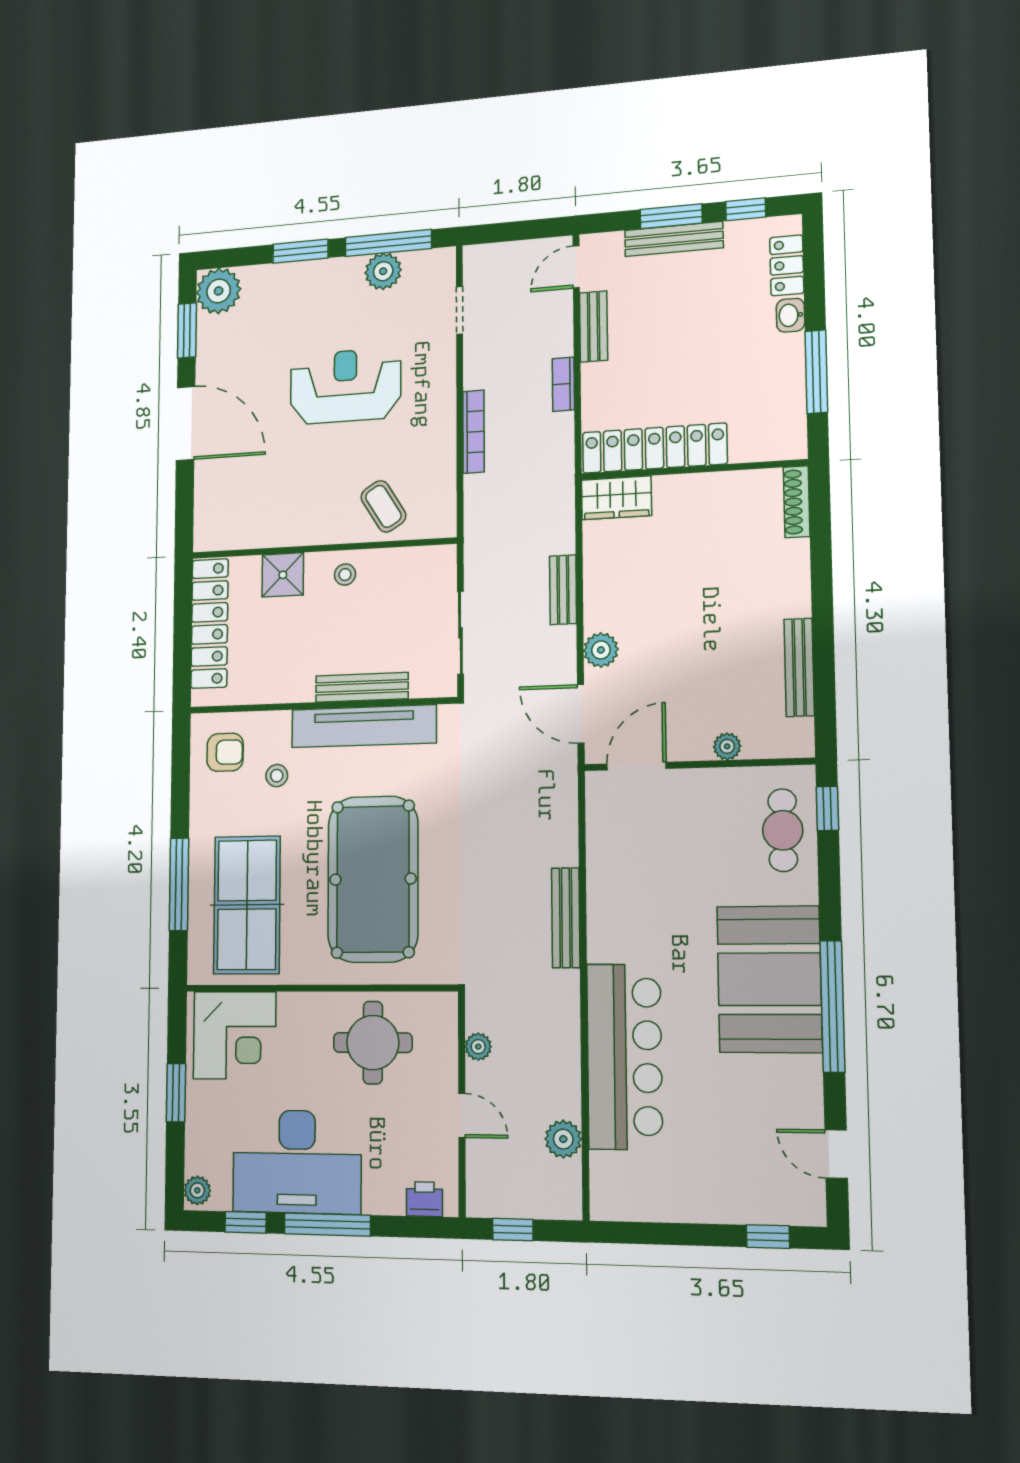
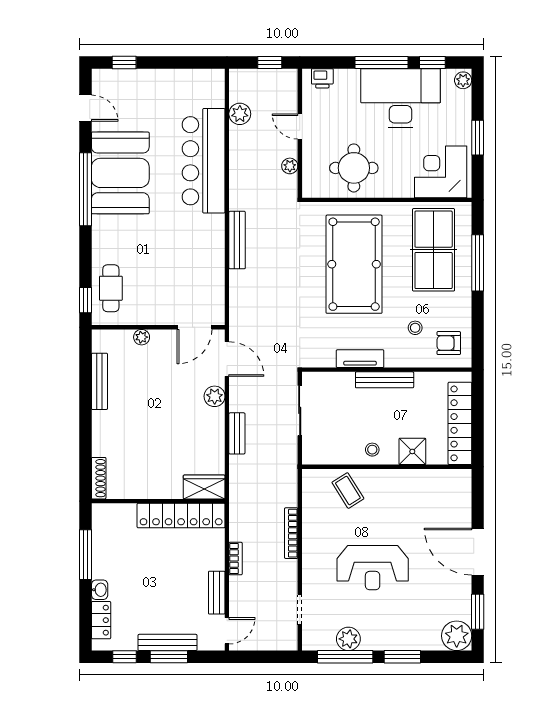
bench: (362, 687) -> (385, 380), moved
tv unit: (364, 726) -> (360, 359), width x0.52, depth x0.78
booth: (769, 979) -> (120, 173), moved

